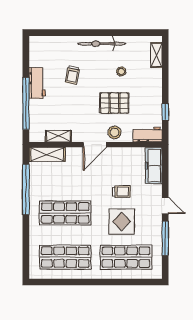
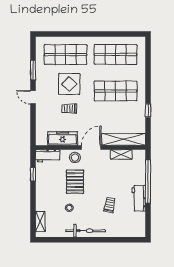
pallet: (114, 103) -> (75, 182), turned 90
shelving: (47, 154) -> (124, 139), width x1.47
freezer: (154, 166) -> (63, 138), moved, turned -90
window: (26, 189) -> (148, 110), width x0.32
window: (165, 238) -> (33, 70), width x0.69

